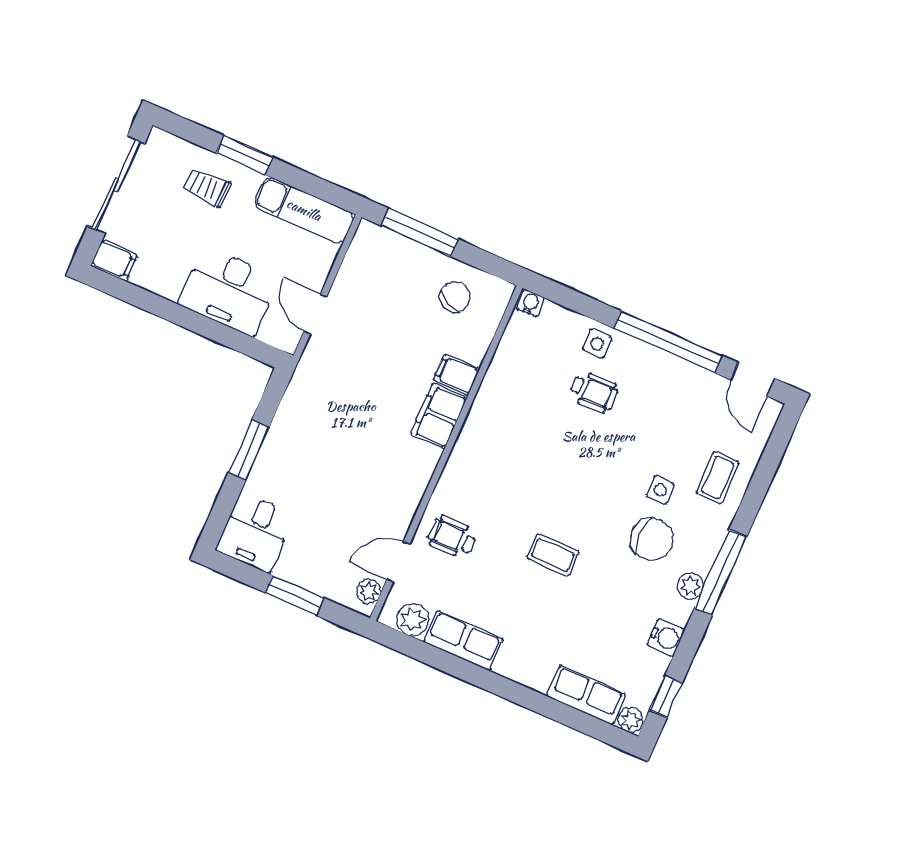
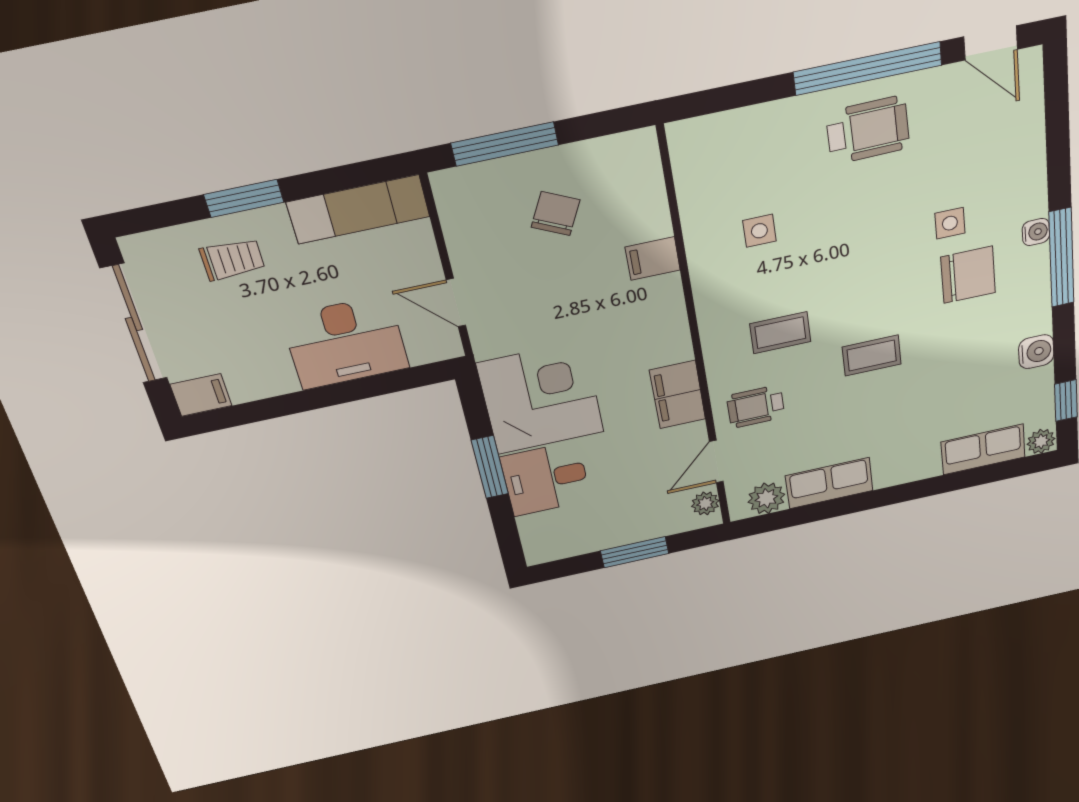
trolley: (207, 187) -> (232, 259), turned 180
chair: (455, 297) -> (556, 214), moved
water cooler: (530, 303) -> (1036, 232), moved, turned 90
side table: (597, 344) -> (759, 231), moved
wheelchair: (594, 392) -> (868, 130), moved, width x1.36, depth x1.37
filing cabinet: (439, 416) -> (678, 395), moved
corner desk: (318, 422) -> (541, 398), added
coffee table: (718, 478) -> (780, 333), moved, turned 90
desk: (255, 532) -> (546, 479), moved, turned 90
plant: (690, 586) -> (1036, 290), removed

